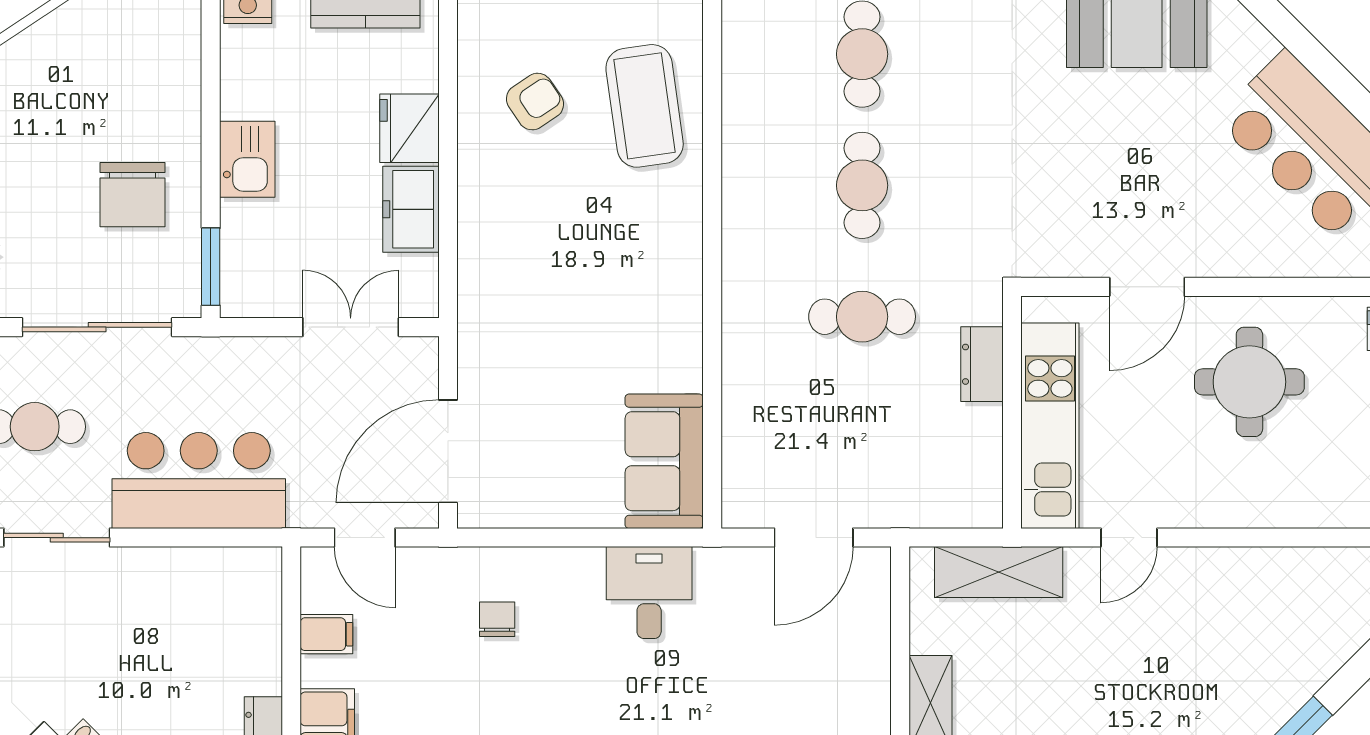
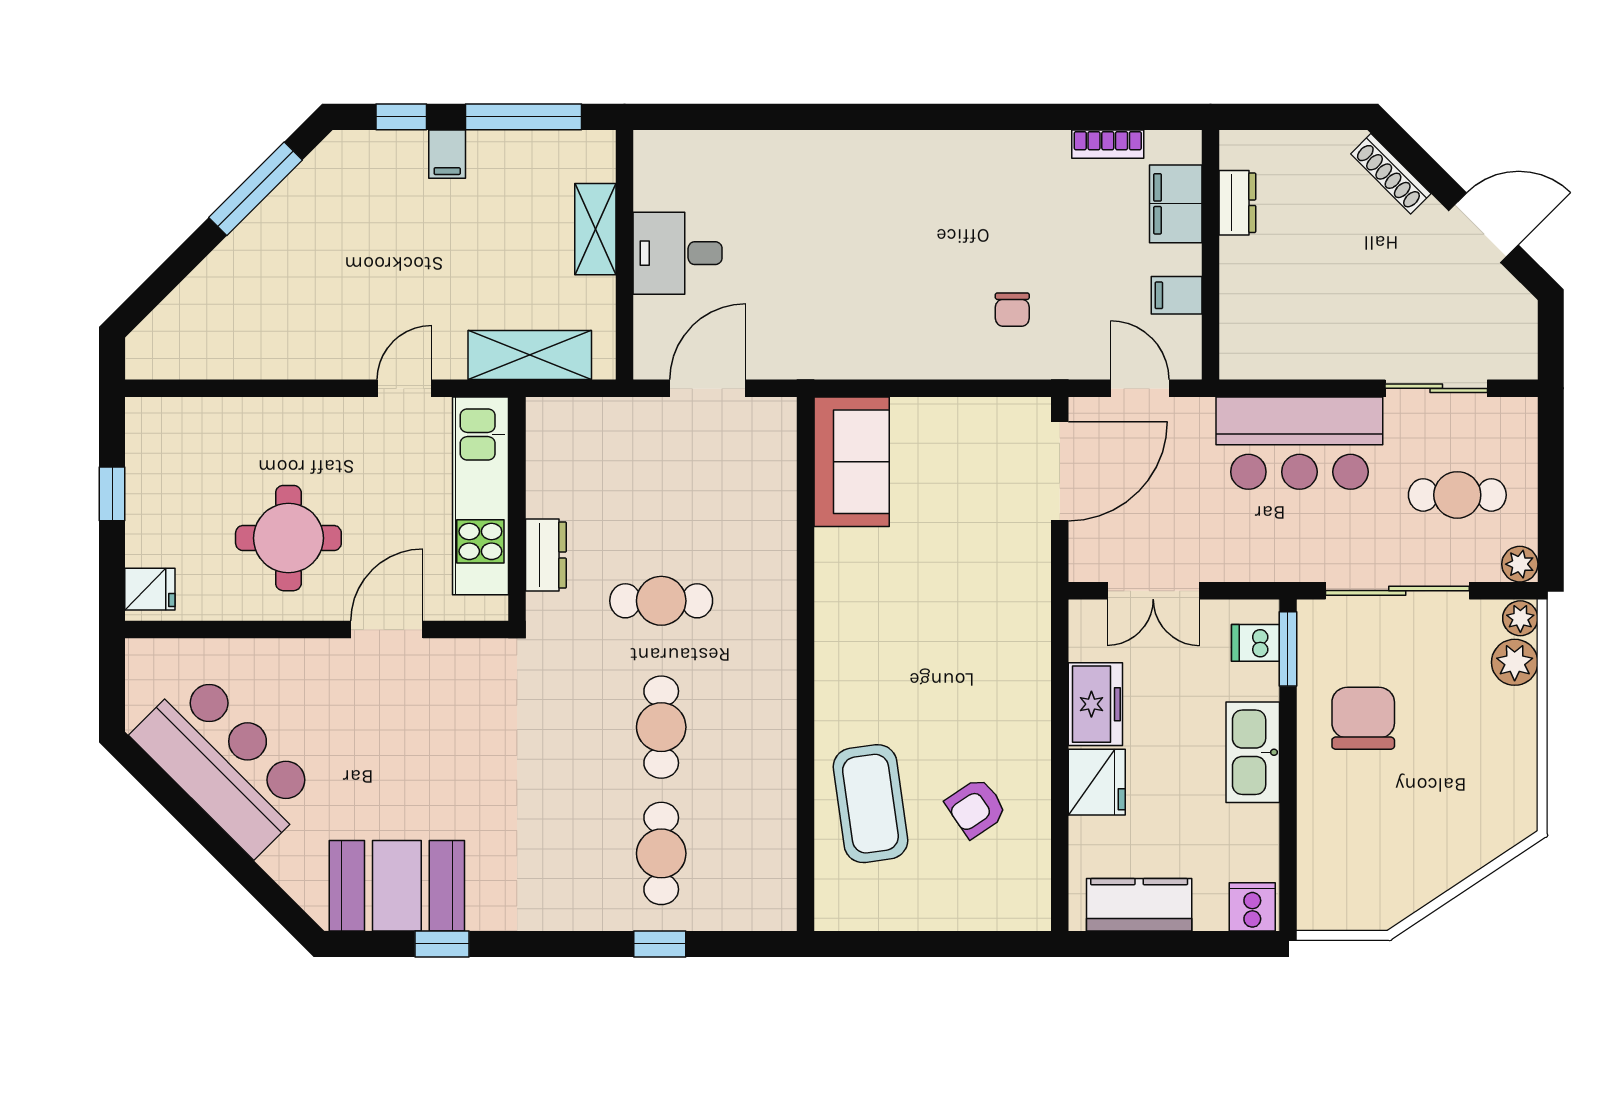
kitchen sink: (247, 159) -> (1253, 752), width x1.38
dishwasher: (244, 273) -> (1255, 643), added
desk: (649, 593) -> (678, 253), moved, turned 90

